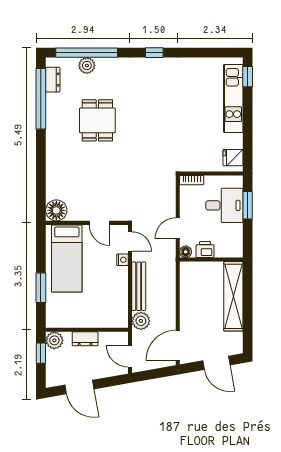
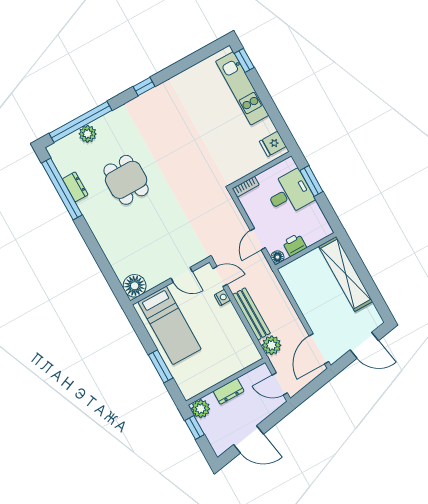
dresser: (53, 80) -> (75, 187), moved

